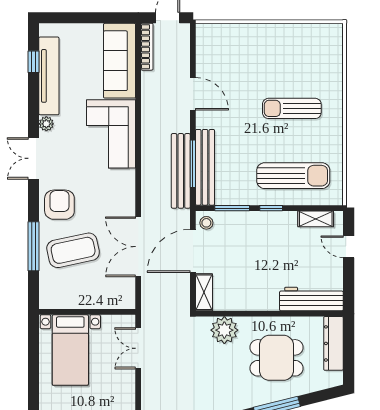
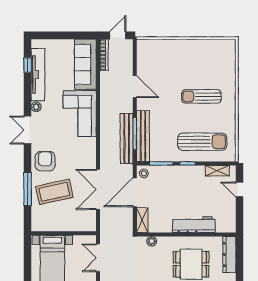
workbench: (311, 299) -> (194, 225), moved
plant: (224, 330) -> (152, 241), width x0.53, depth x0.53

